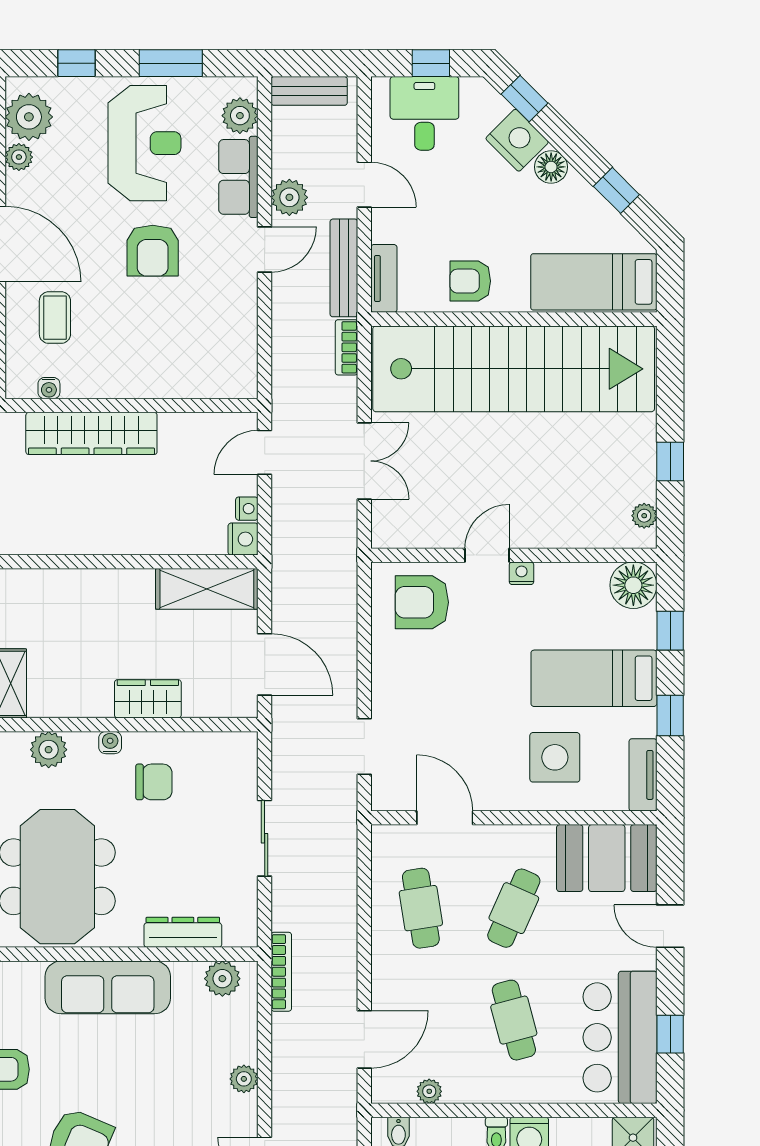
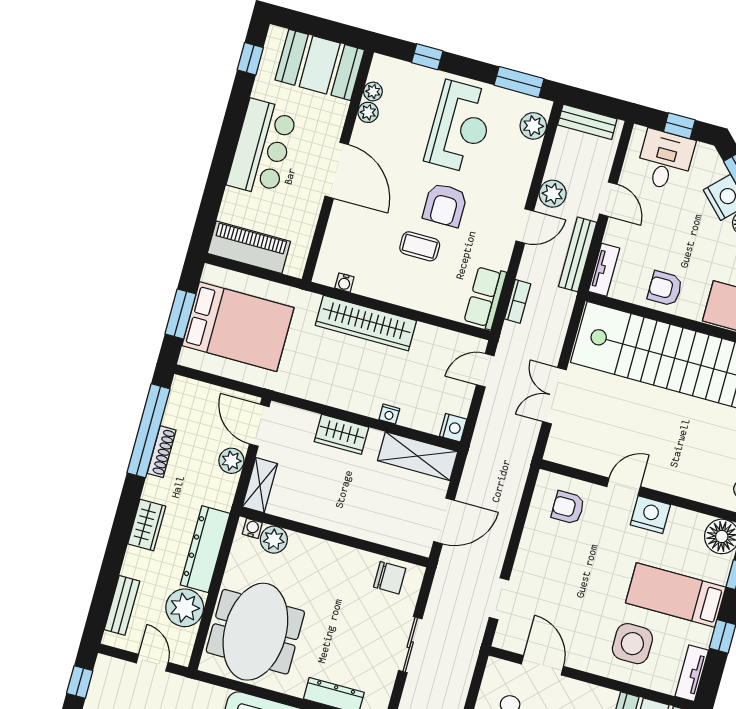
window: (171, 63) -> (519, 82), moved
plant: (29, 117) -> (373, 92), width x0.53, depth x0.53
row of seats: (238, 177) -> (485, 297), moved
coffee table: (55, 318) -> (420, 246), moved, turned 90
bookcase: (346, 347) -> (518, 301), moved, turned 180
double door: (364, 461) -> (555, 396), swing flipped
nightstand: (247, 509) -> (389, 414), moved, turned 90
nightstand: (521, 573) -> (650, 515), width x1.89, depth x1.79
armchair: (422, 602) -> (568, 507), width x0.72, depth x0.72
door: (265, 664) -> (444, 521), hinge flipped
wardrobe: (148, 699) -> (341, 434), moved, turned 180
water cooler: (110, 743) -> (252, 528), moved
chair: (154, 782) -> (390, 578), moved

